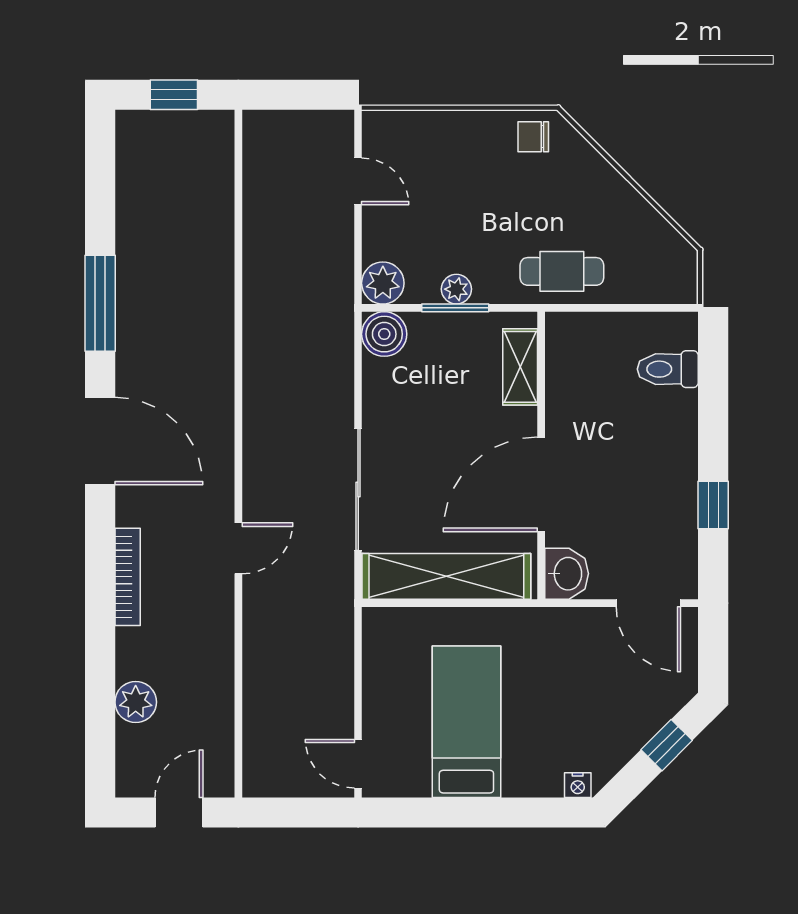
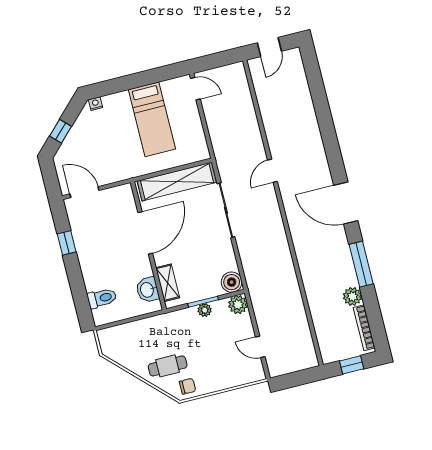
cafe table: (562, 271) -> (168, 366), moved
washbasin: (567, 574) -> (147, 290), moved
bookcase: (128, 577) -> (364, 328), moved
plant: (136, 702) -> (352, 296), moved

